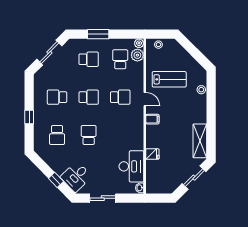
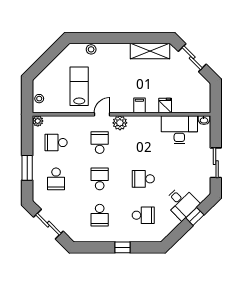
plant: (137, 55) -> (120, 123), moved
school desk: (89, 59) -> (56, 179), turned 180
filing cabinet: (152, 119) -> (139, 105), moved
desk: (76, 177) -> (182, 203), moved

